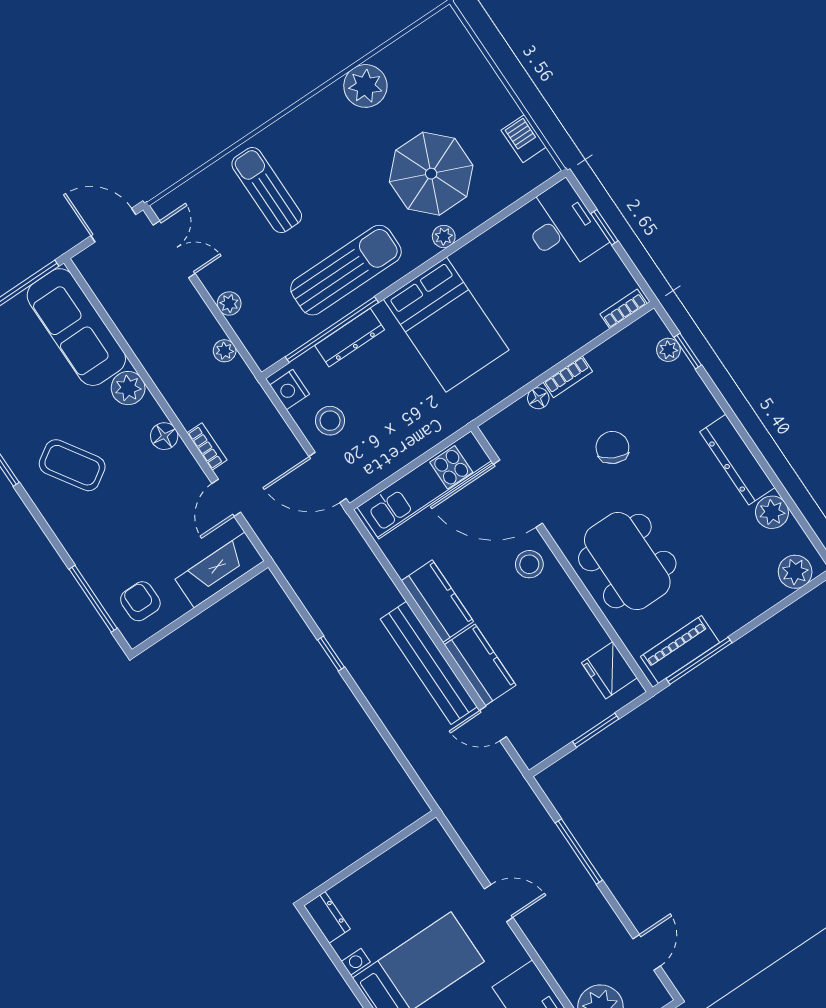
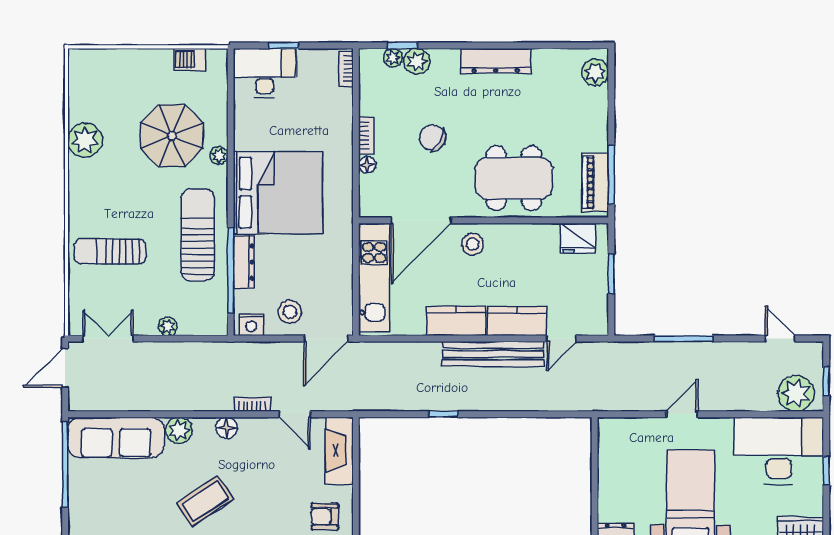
bed: (446, 325) -> (278, 193), width x1.36
plant: (225, 351) -> (197, 350), removed
plant: (772, 512) -> (417, 61), moved

